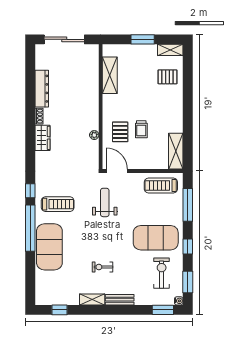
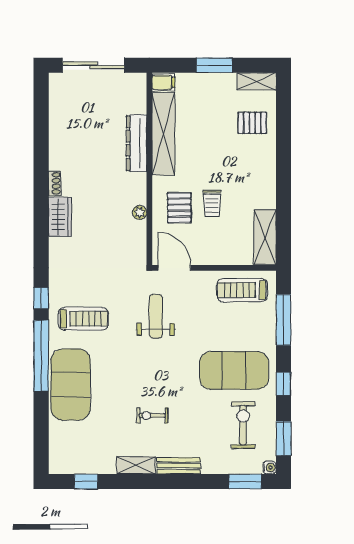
filing cabinet: (110, 51) -> (163, 82), added
shelving: (110, 75) -> (163, 134), width x1.47
dresser: (42, 89) -> (136, 143), moved, turned 180

